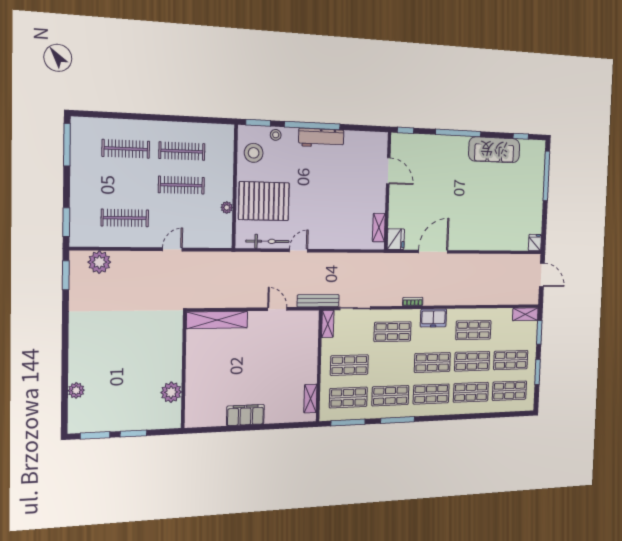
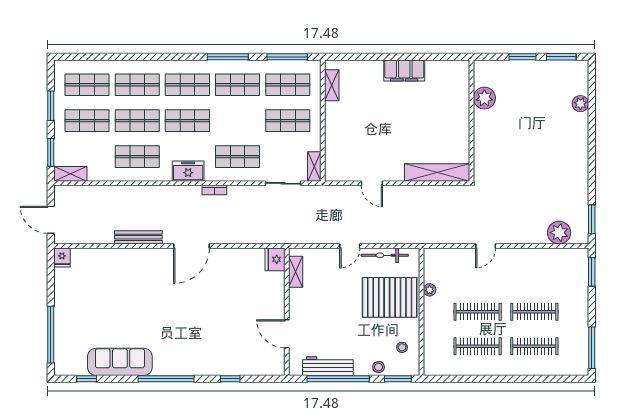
stool: (254, 153) -> (402, 347), width x0.53, depth x0.53
door: (388, 171) -> (287, 334), moved
wall: (388, 191) -> (287, 312), moved
clothes rail: (125, 218) -> (534, 312), moved
shelving: (379, 228) -> (296, 272), moved
fridge: (396, 239) -> (275, 259), moved
bench: (318, 301) -> (138, 237), moved

